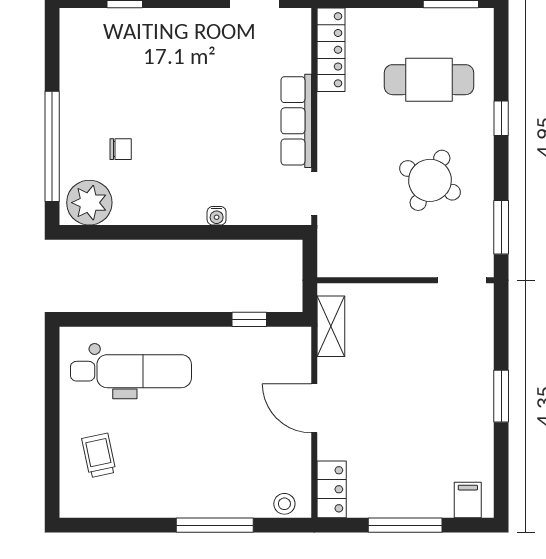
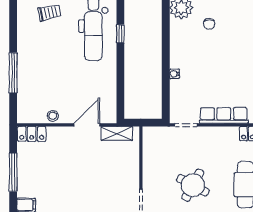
window: (249, 319) -> (120, 34), moved
door: (314, 408) -> (87, 125), moved
stool: (284, 504) -> (53, 116), moved

